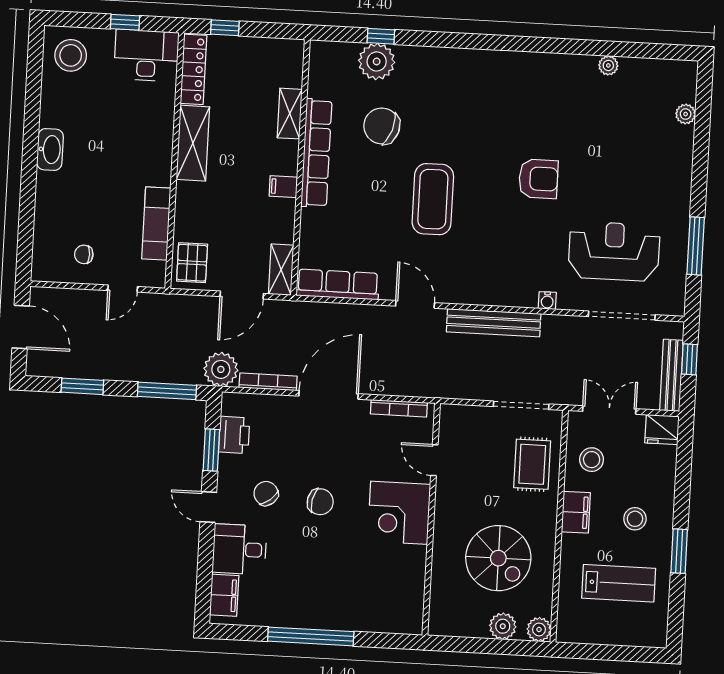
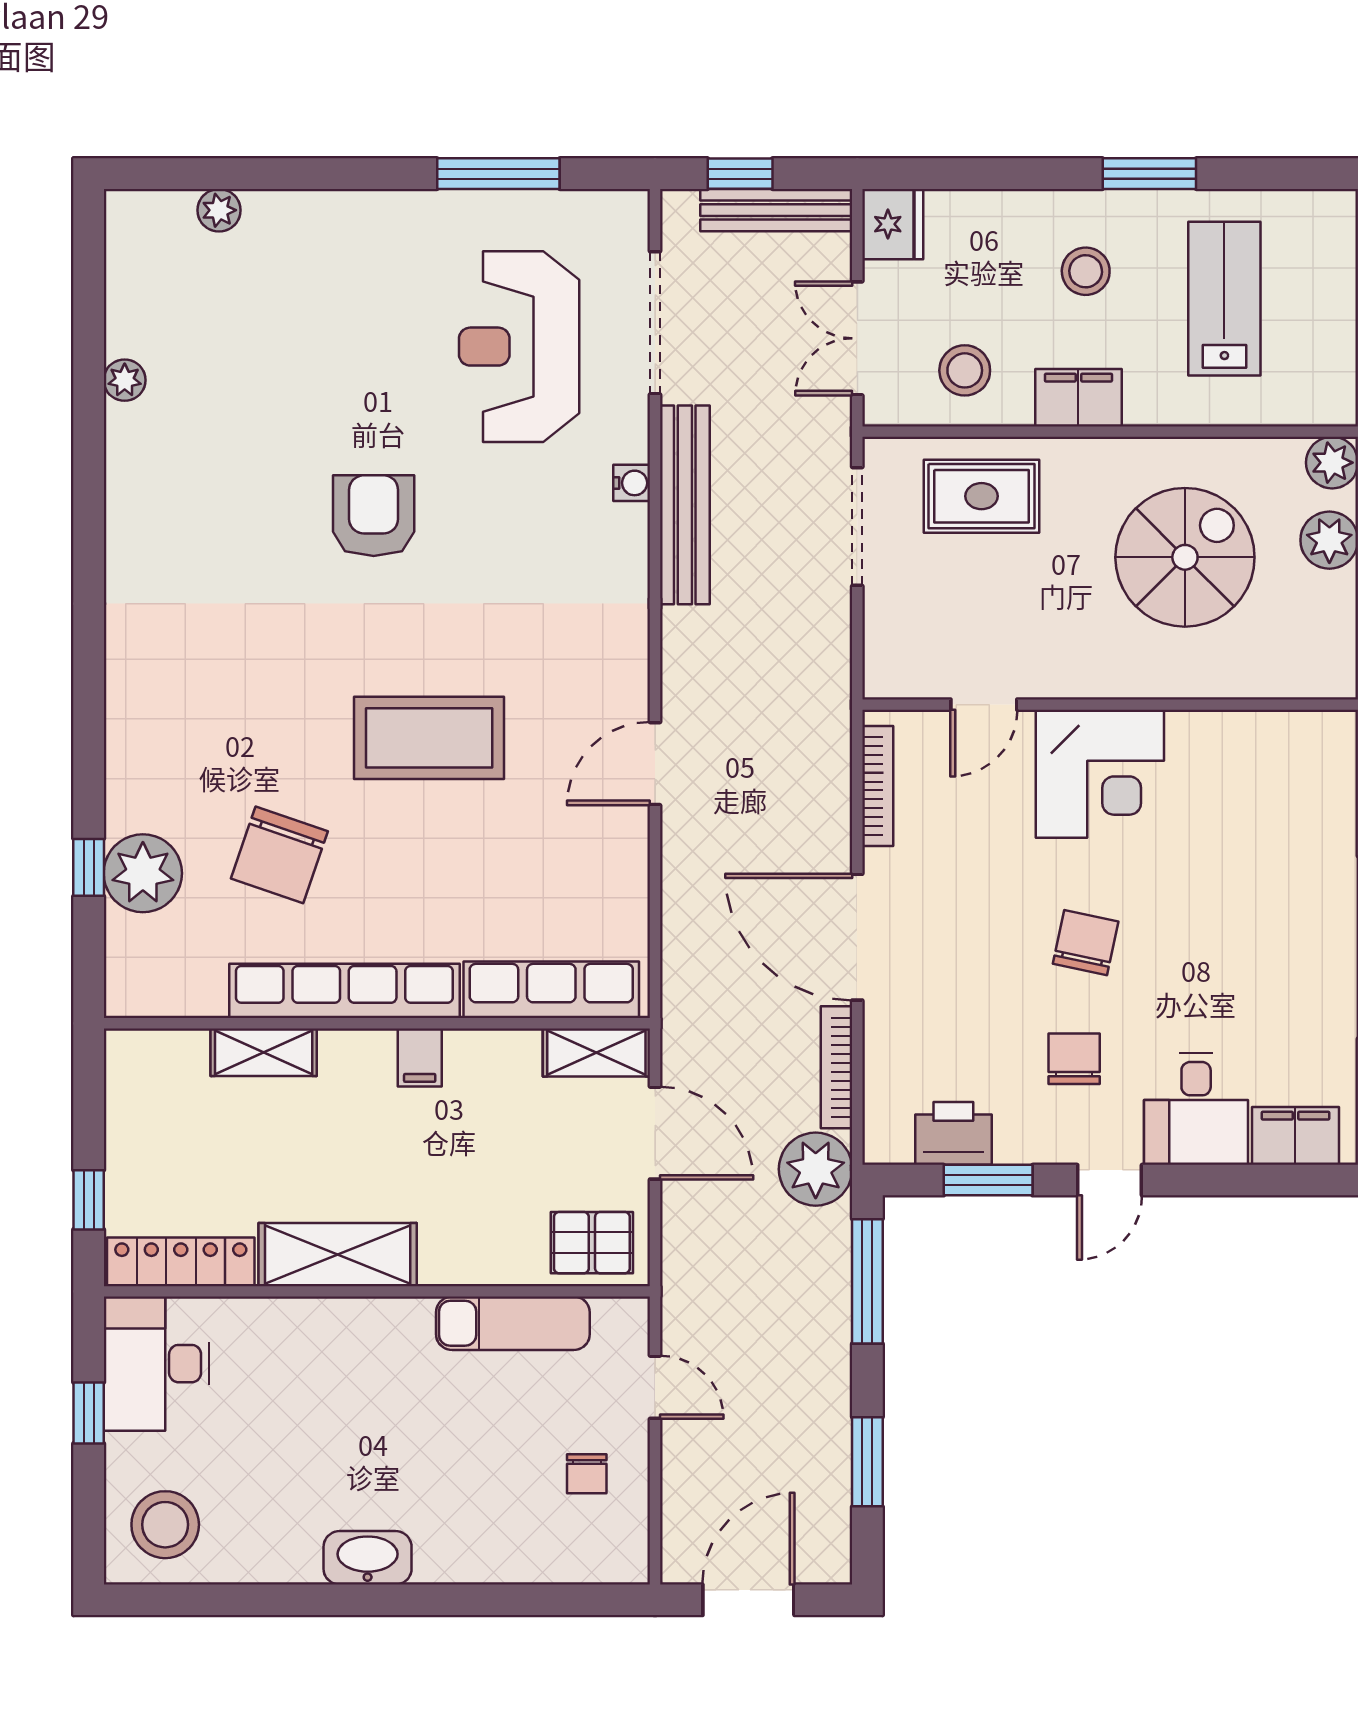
row of seats: (338, 284) -> (551, 990), moved, turned 90
bench: (494, 323) -> (685, 505), moved
chair: (266, 493) -> (1074, 1059), turned 129

